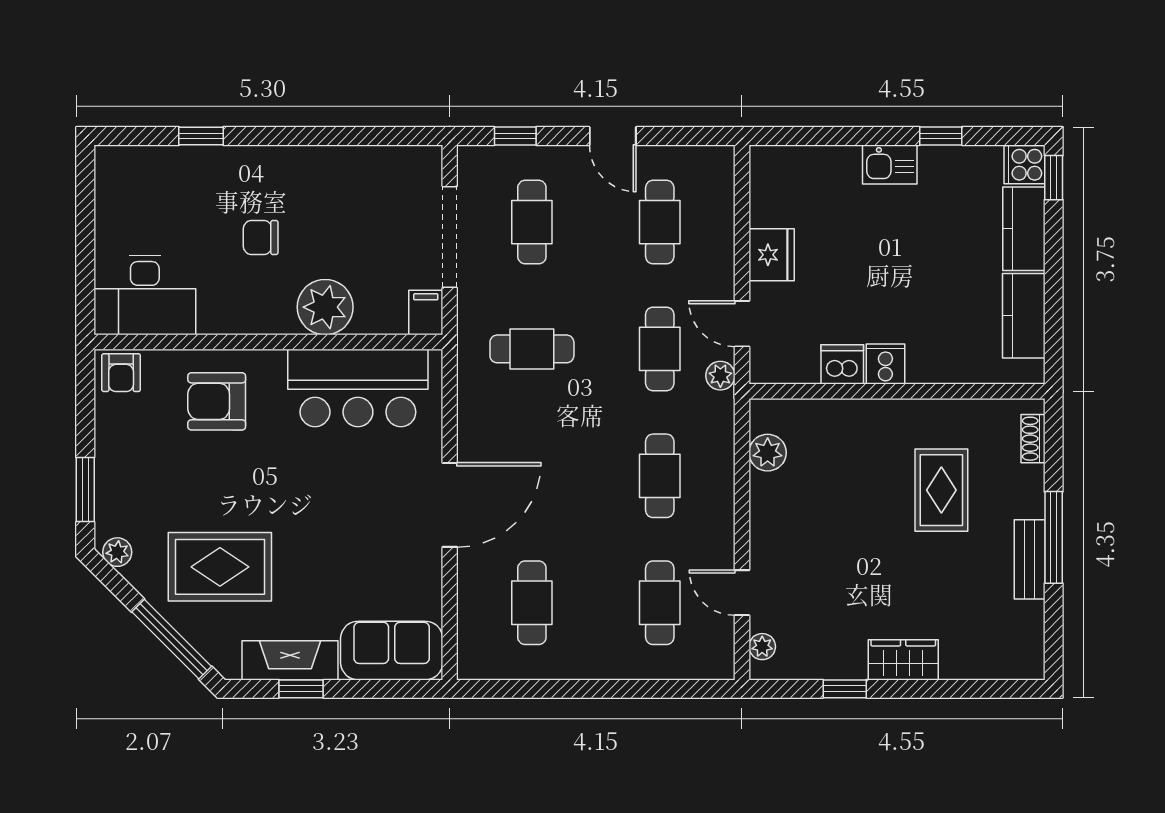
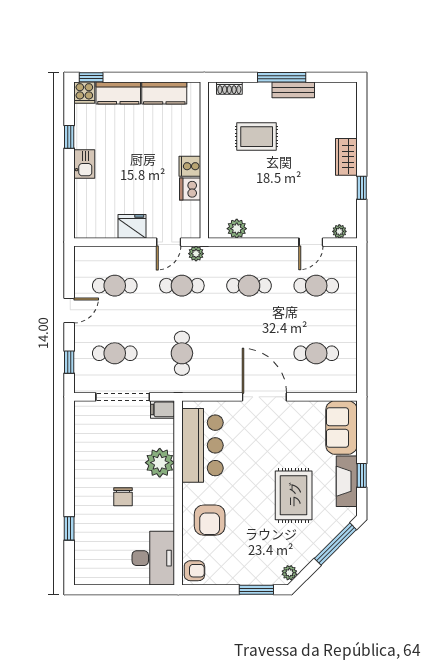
rug: (220, 567) -> (294, 495), moved

